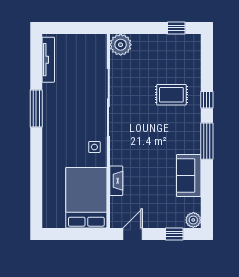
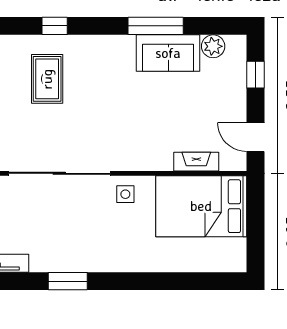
window: (36, 108) -> (68, 281), width x0.69
window: (207, 141) -> (156, 26), moved
fireplace: (116, 181) -> (196, 162), moved
plant: (193, 220) -> (213, 46), moved

